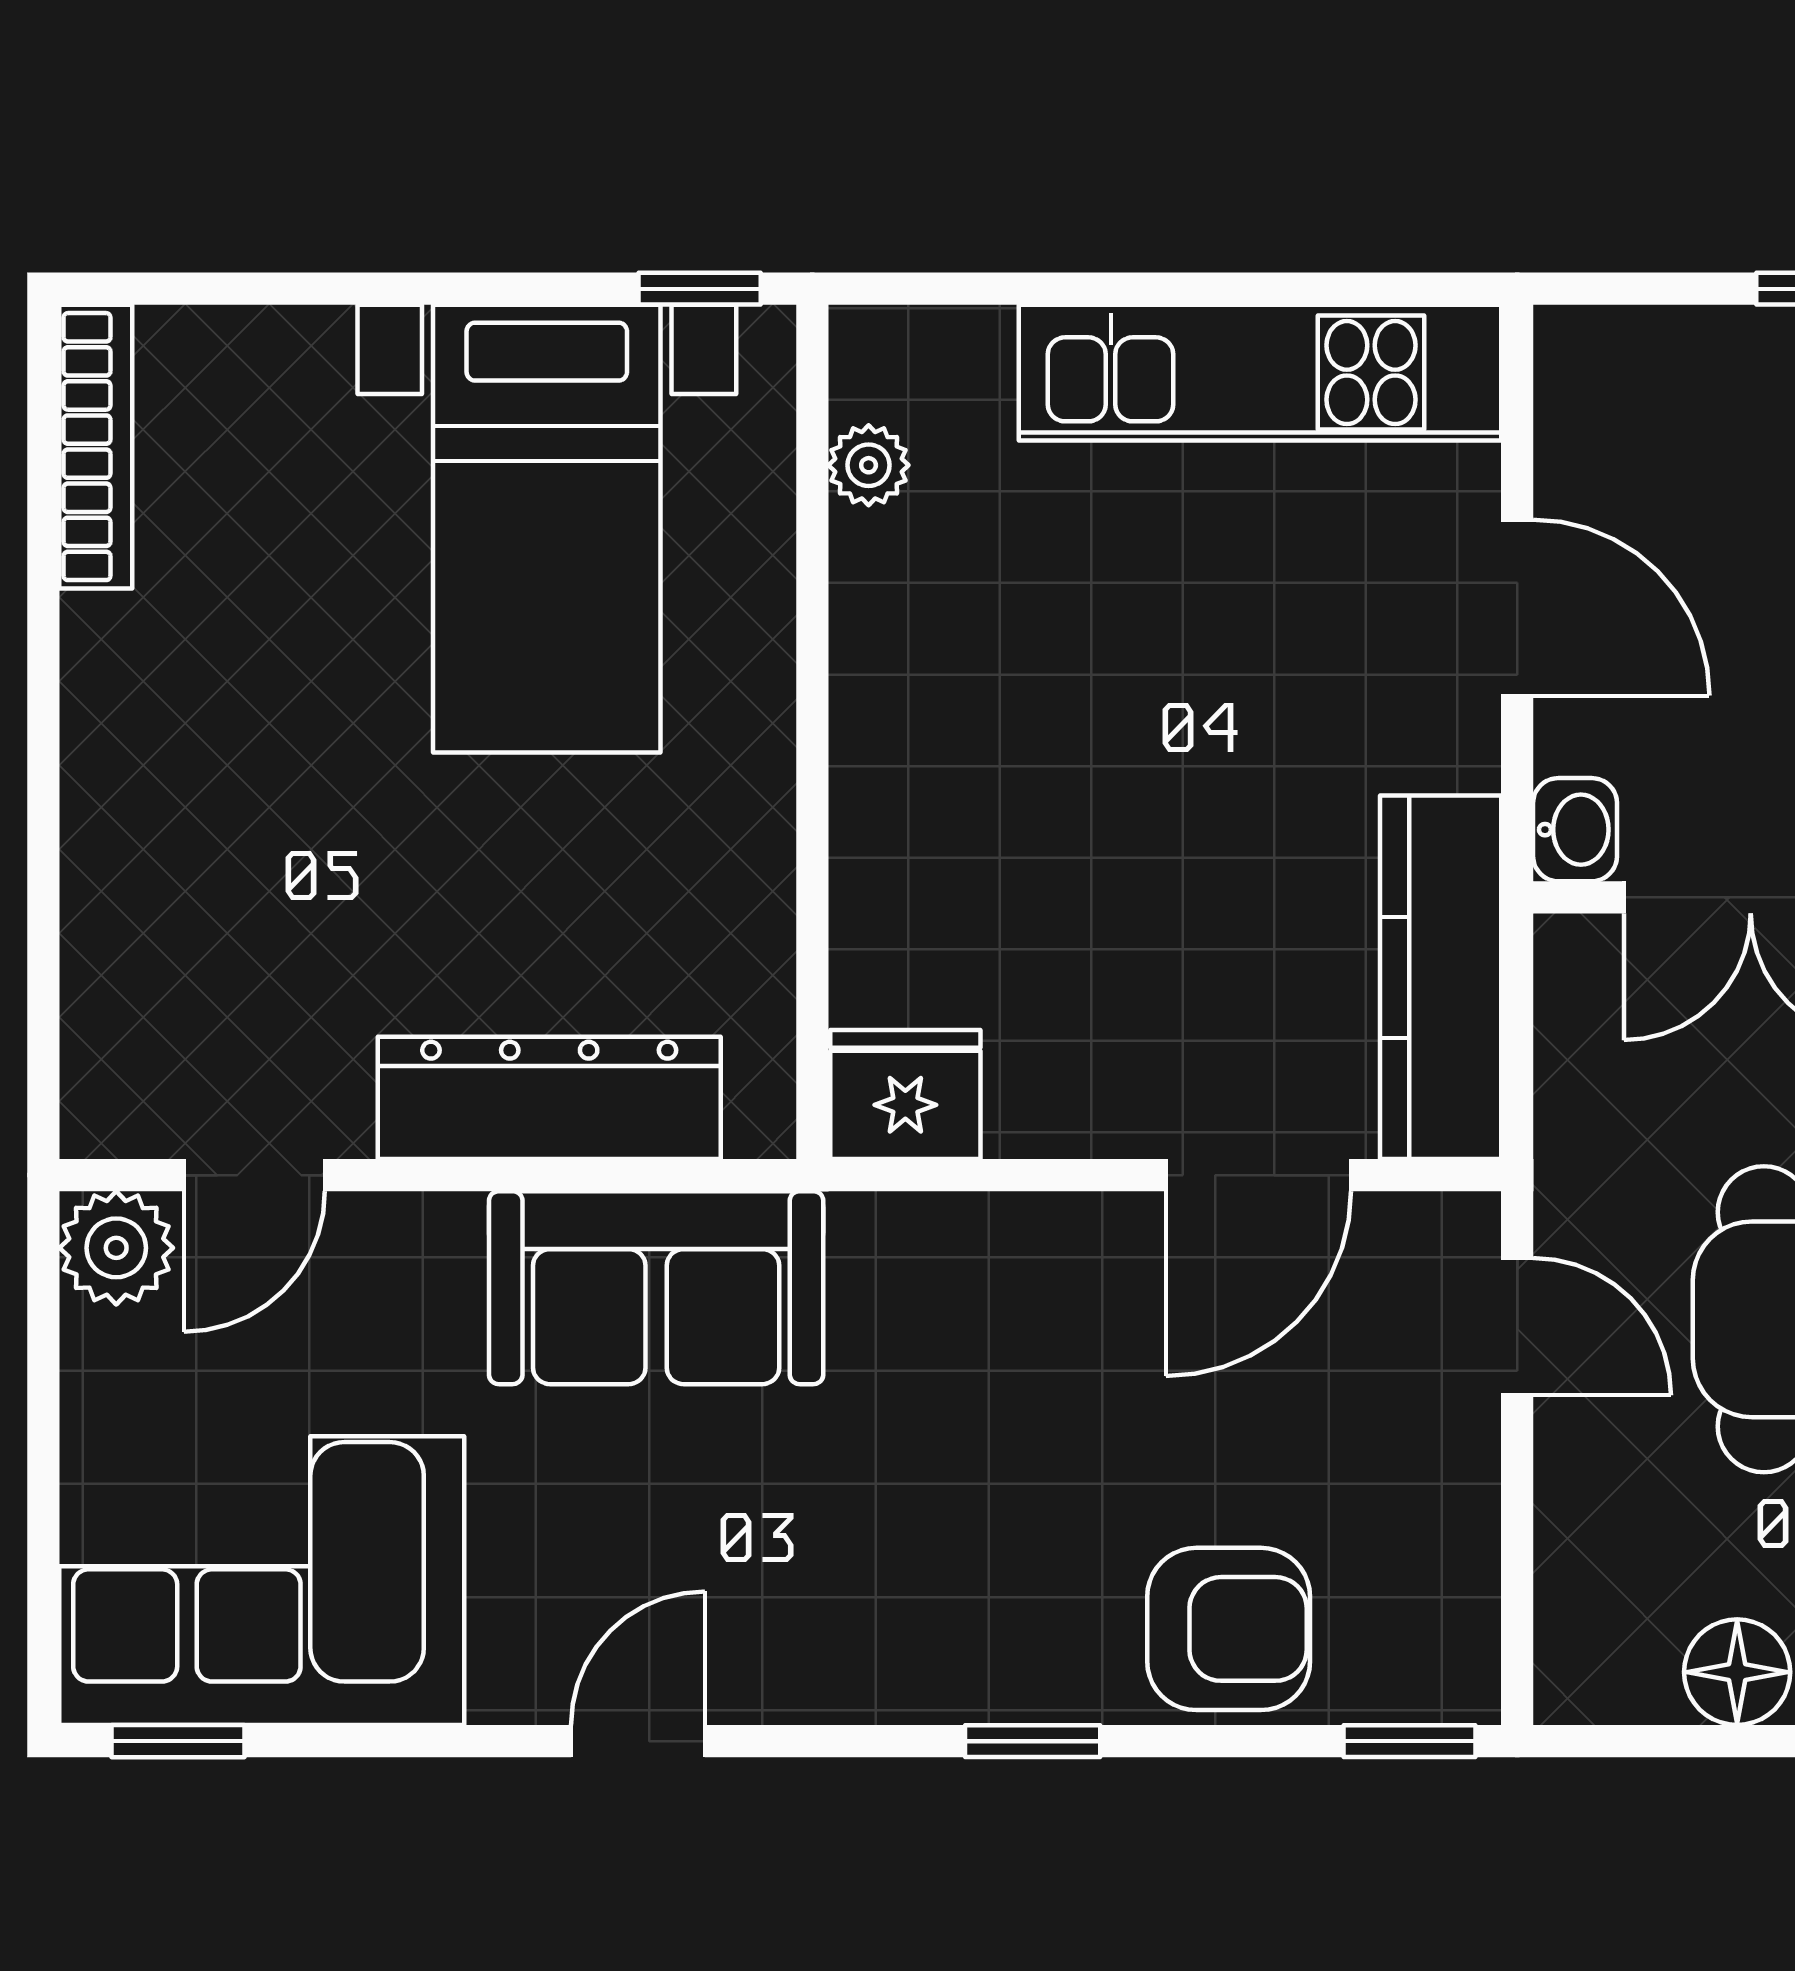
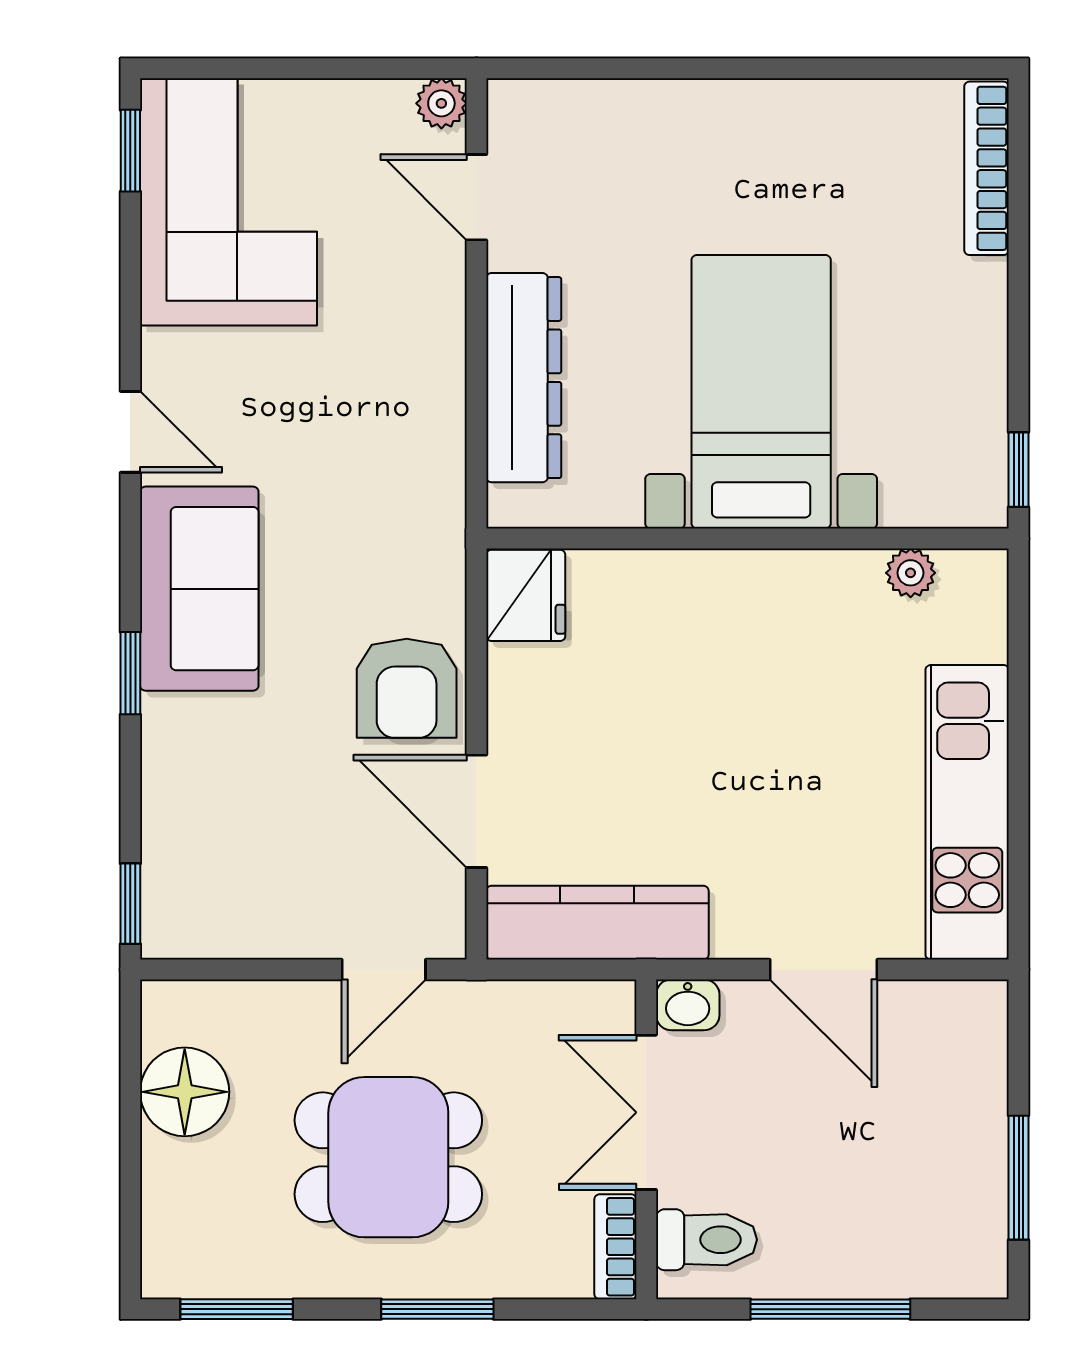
bookcase: (96, 447) -> (987, 168), moved, turned 90
bed with nightstands: (547, 529) -> (761, 392), moved, turned 90
door: (1517, 608) -> (823, 970), hinge flipped
plant: (116, 1248) -> (441, 103), width x0.73, depth x0.73
sofa: (656, 1288) -> (199, 589), moved, turned 180
armchair: (1229, 1629) -> (407, 688), moved
floor lamp: (1737, 1672) -> (185, 1092), width x1.38, depth x1.38

